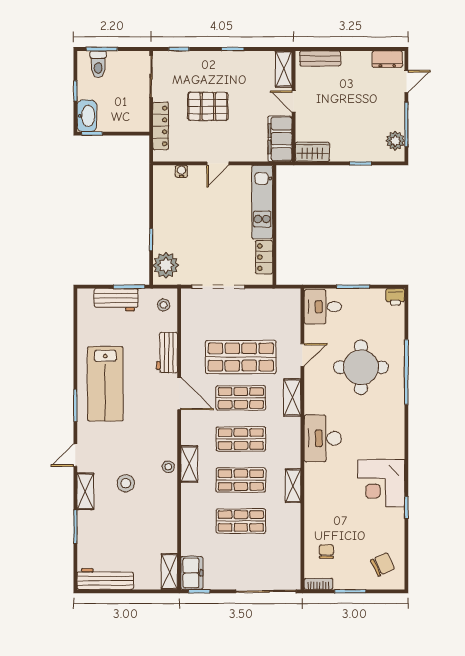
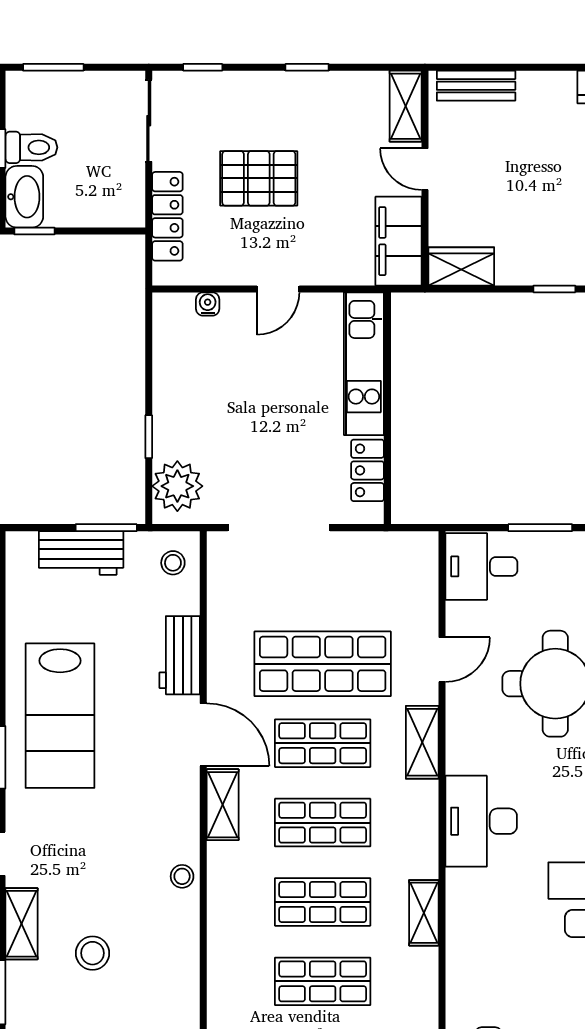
toilet: (98, 64) -> (31, 147), moved, turned -90
shelving: (189, 464) -> (223, 805), moved
stool: (126, 483) -> (93, 953), moved

